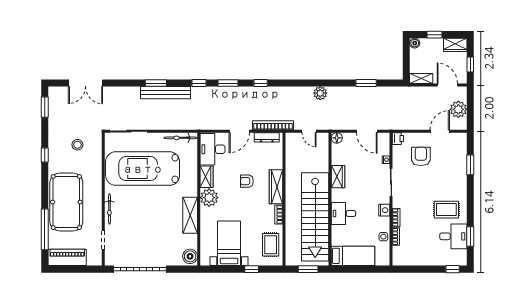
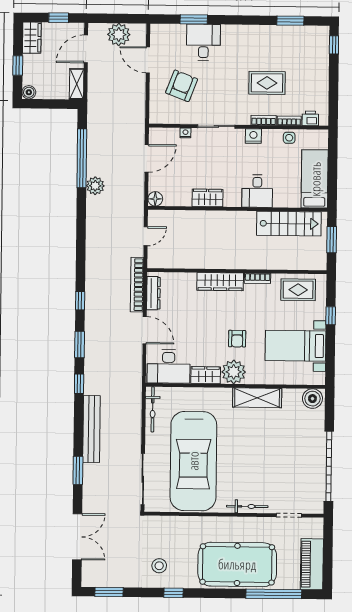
window: (156, 83) -> (78, 470), moved
window: (366, 83) -> (82, 158), width x2.11
plant: (320, 93) -> (95, 186), moved
printer: (398, 139) -> (310, 118), moved
stool: (77, 145) -> (159, 566), moved
armchair: (421, 156) -> (182, 86), turned 111
armchair: (247, 181) -> (237, 339), moved
rug: (446, 210) -> (267, 83), moved, turned 90
stairs: (315, 217) -> (289, 224), width x0.54, depth x0.66
desk: (453, 236) -> (203, 42), moved

